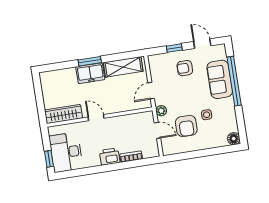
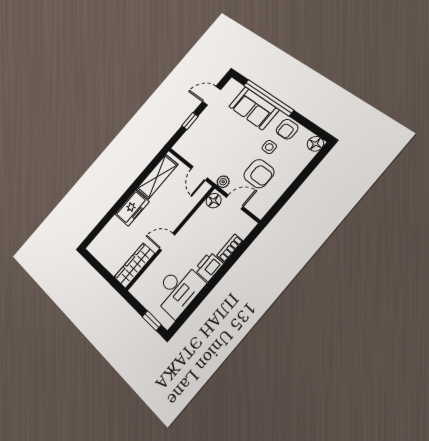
window: (90, 61) -> (124, 198), removed
armchair: (185, 68) -> (287, 129), moved
floor lamp: (146, 118) -> (214, 201), added
desk: (66, 152) -> (178, 290), moved, turned -90

